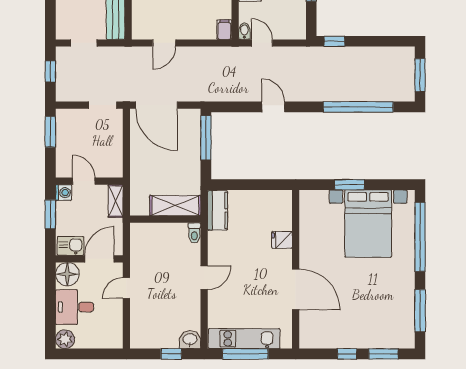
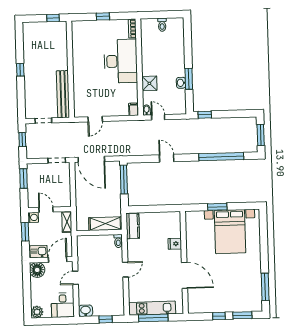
window: (420, 237) -> (264, 239), removed
desk: (74, 307) -> (63, 305), moved, turned -90
washbasin: (190, 340) -> (86, 311), moved

